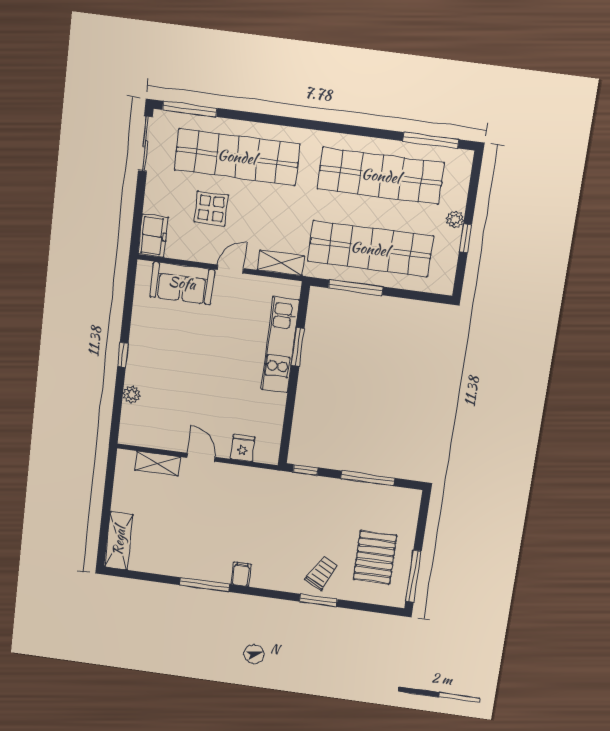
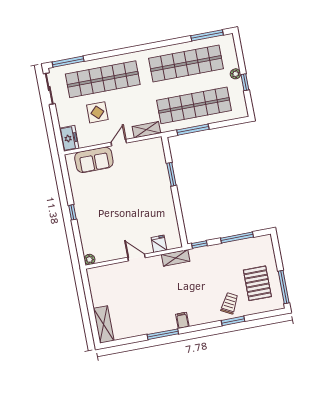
kitchen unit: (280, 345) -> (161, 176), removed
plant: (132, 394) -> (89, 259), moved
shelving: (158, 464) -> (176, 258), moved

